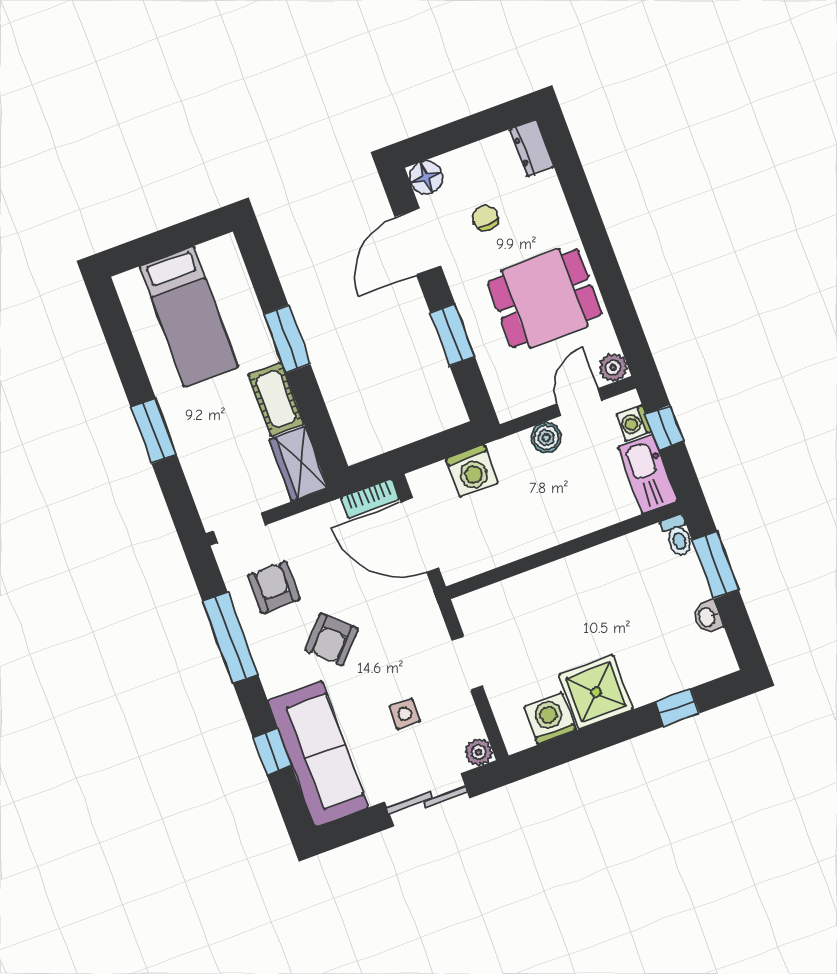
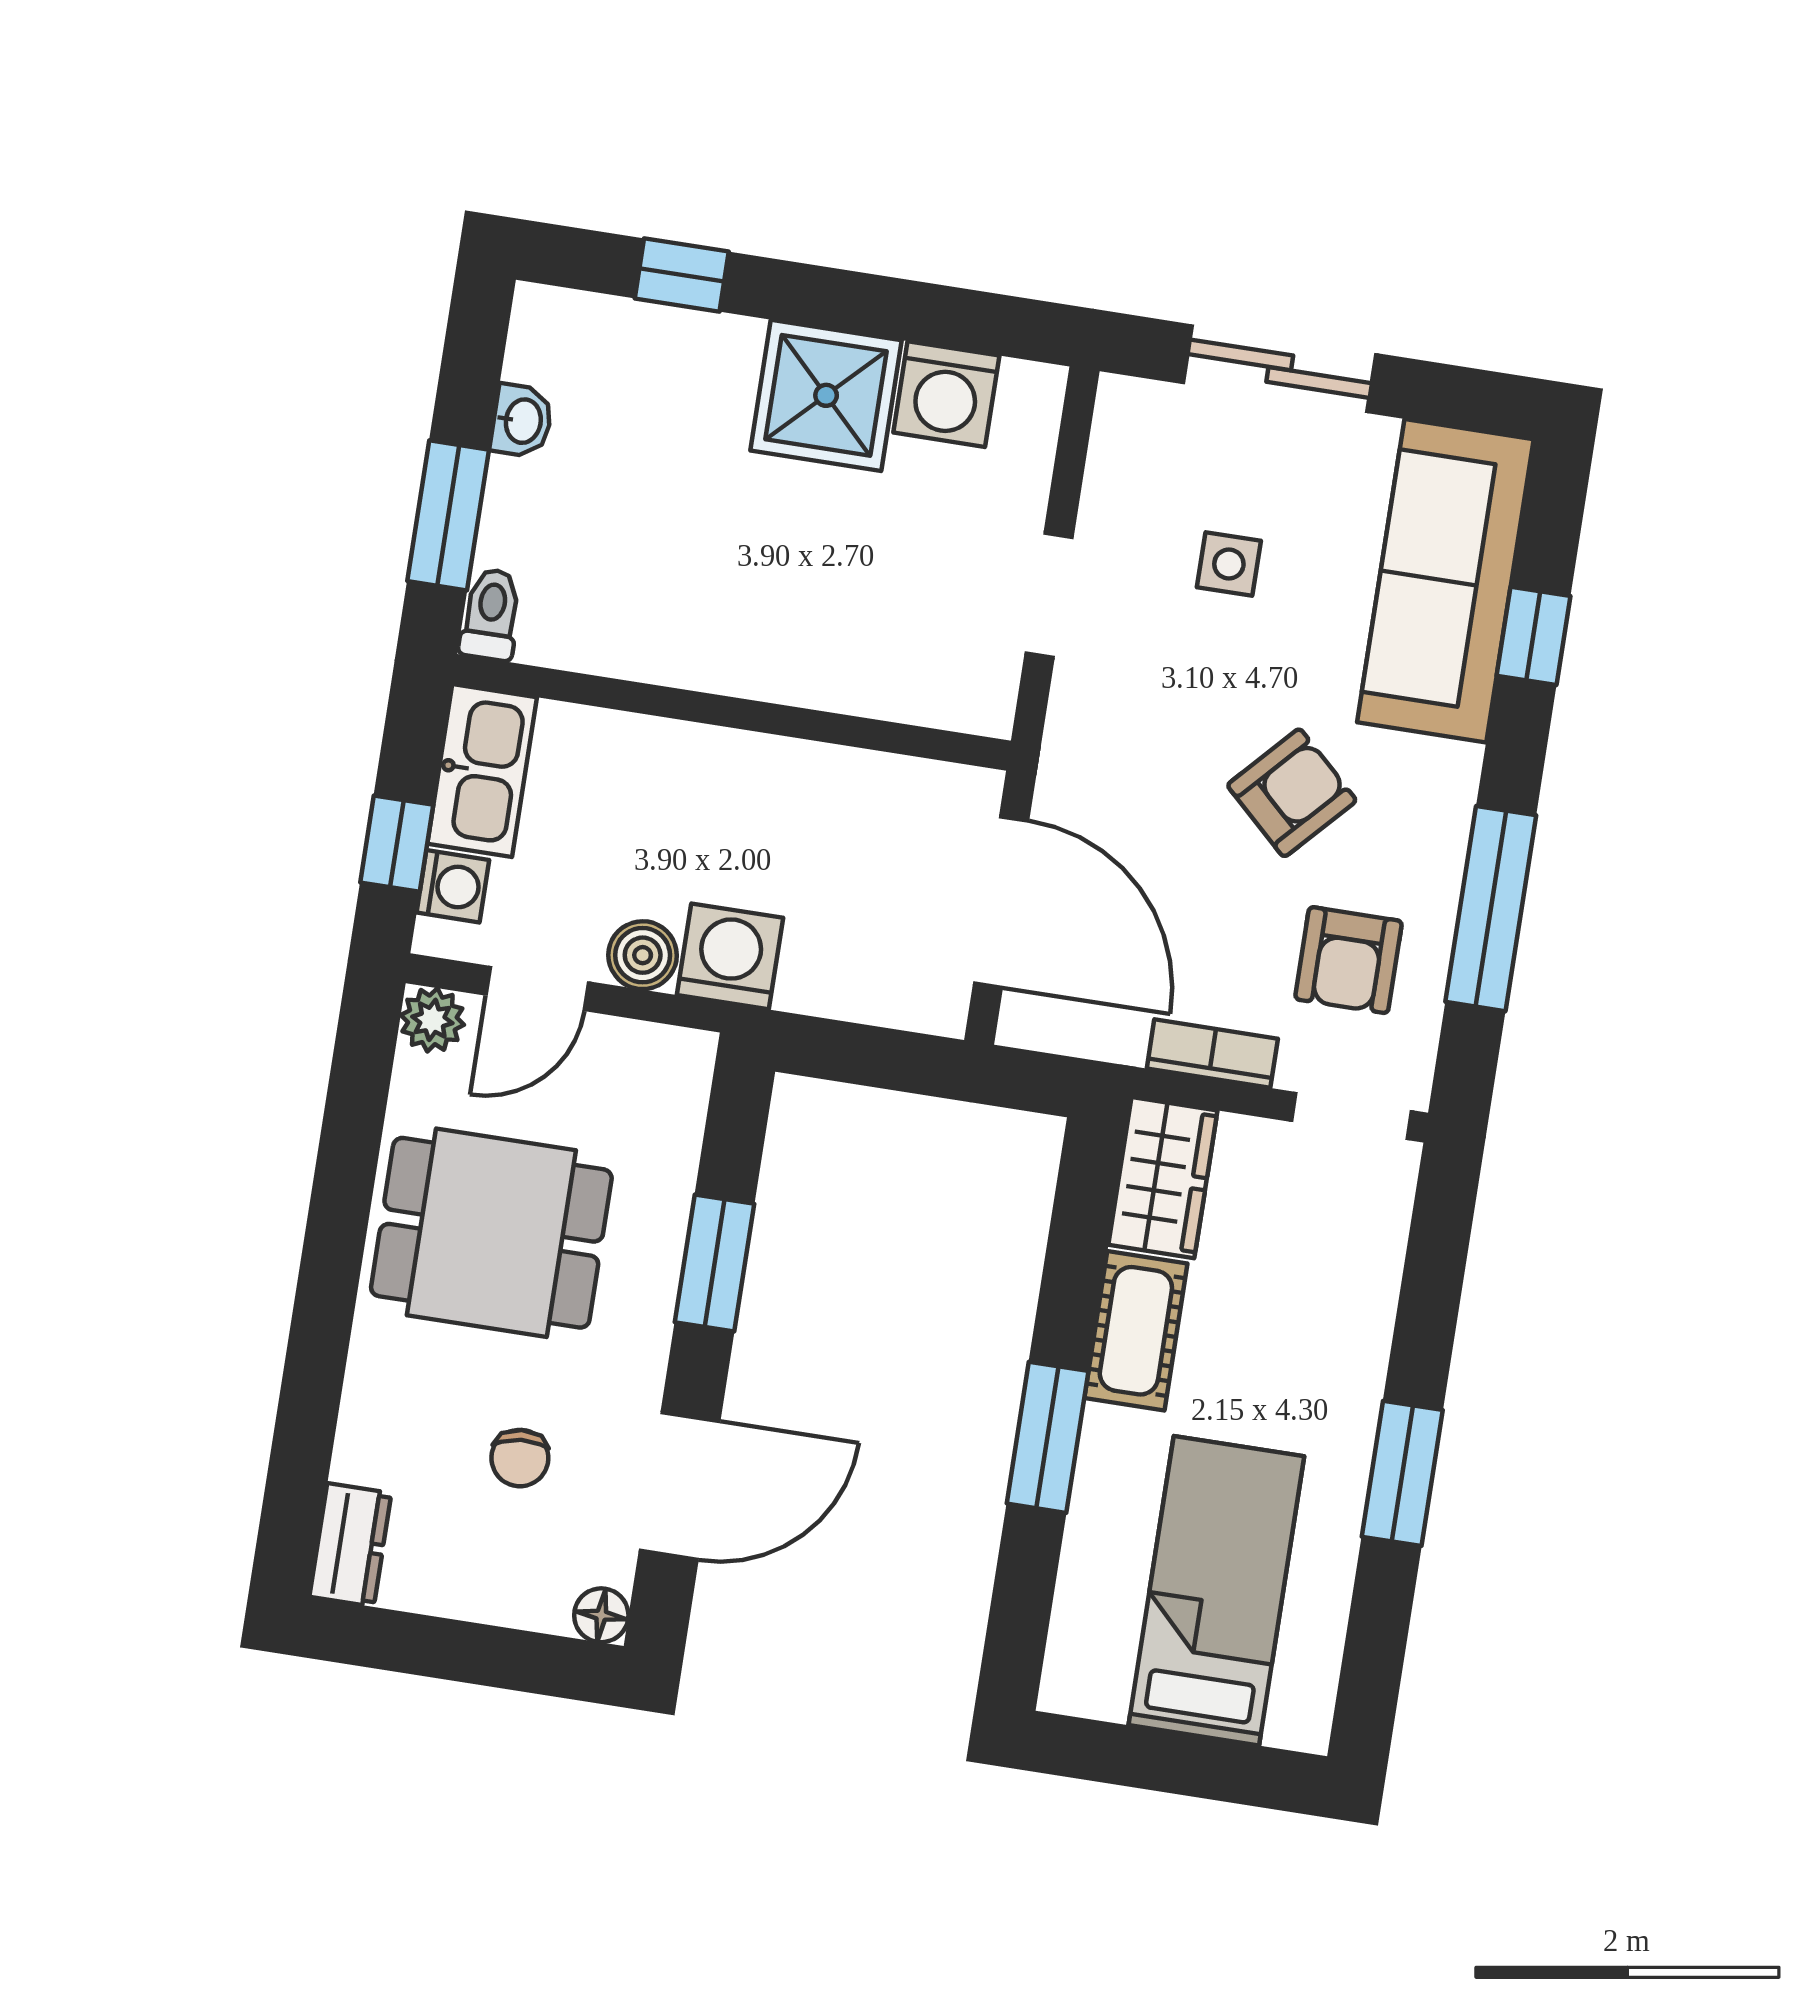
floor lamp: (426, 178) -> (601, 1615), width x0.73, depth x0.73
window: (154, 431) -> (1402, 1473), moved
washing machine: (472, 471) -> (730, 956), moved
bookcase: (370, 498) -> (1212, 1054), moved
plant: (479, 752) -> (1125, 406), removed

